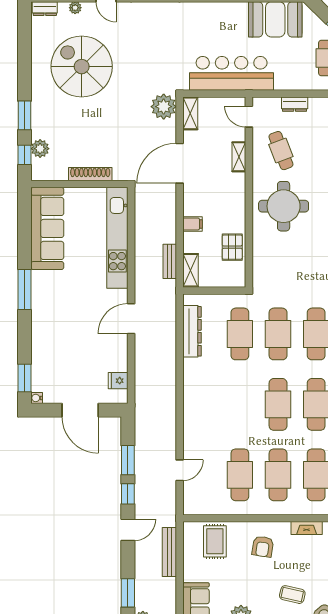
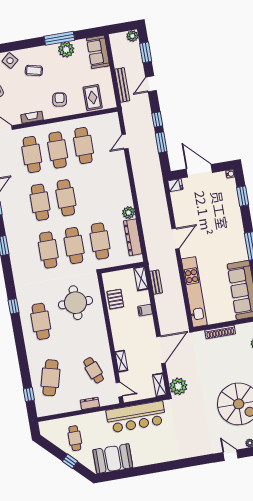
round table: (284, 206) -> (76, 303), moved
plant: (192, 368) -> (129, 213), added
window: (25, 378) -> (243, 196), moved
fridge: (118, 381) -> (175, 185), moved
door: (128, 530) -> (151, 84), moved

